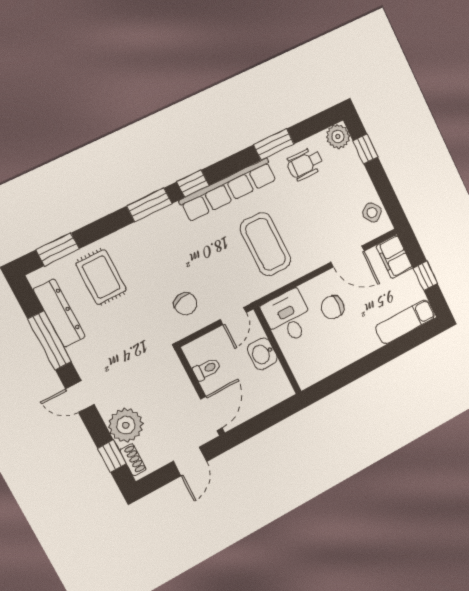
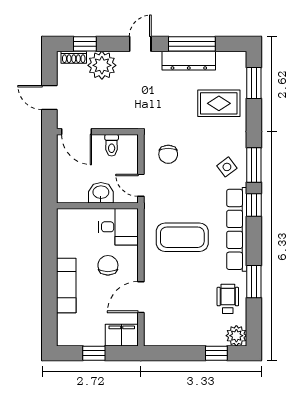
side table: (372, 213) -> (227, 167), moved
chair: (186, 304) -> (168, 154), turned -75
dresser: (59, 313) -> (189, 61), moved
exam couch: (405, 322) -> (66, 286), moved

